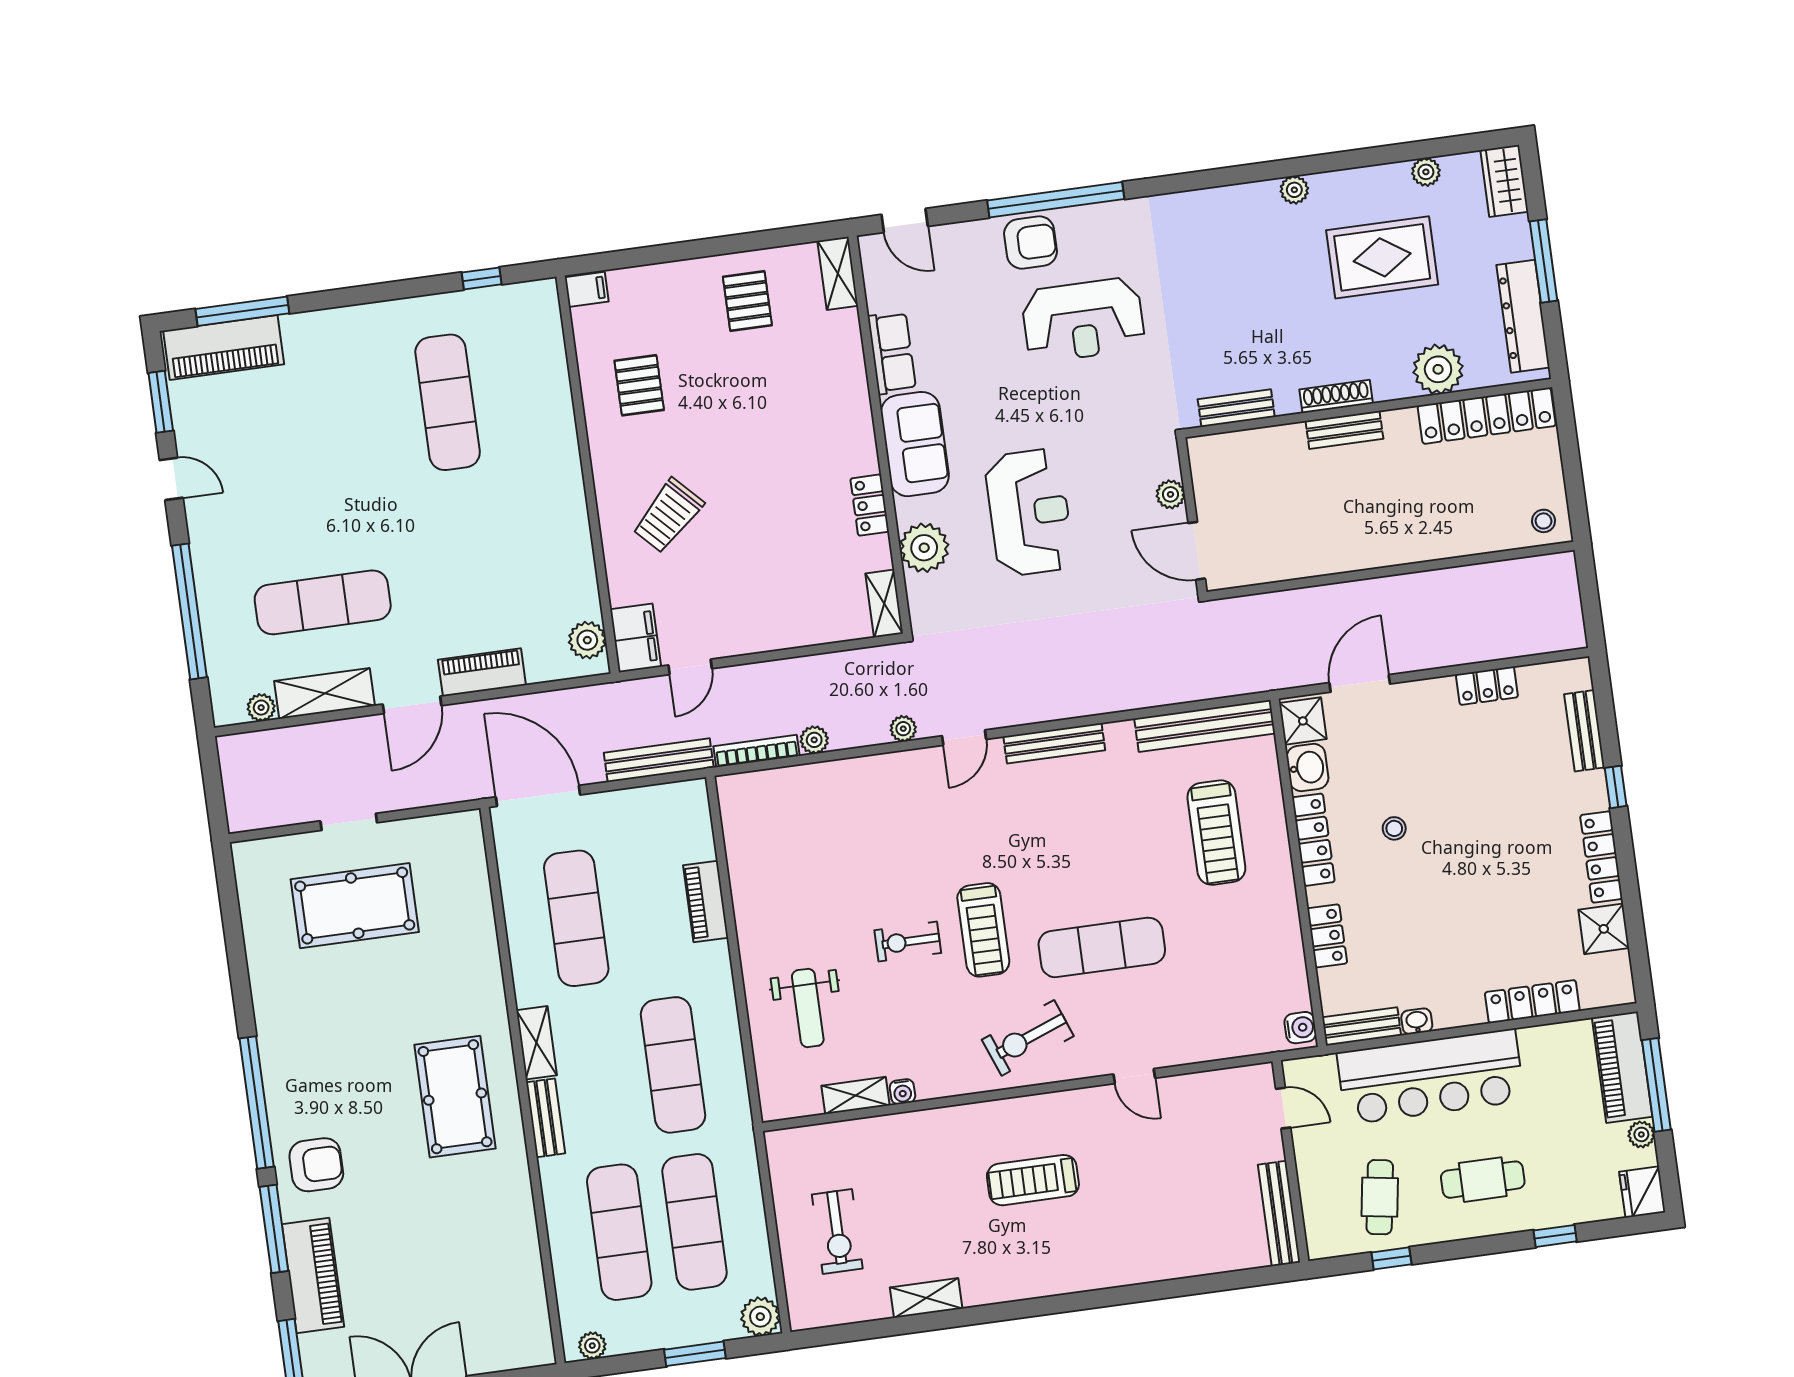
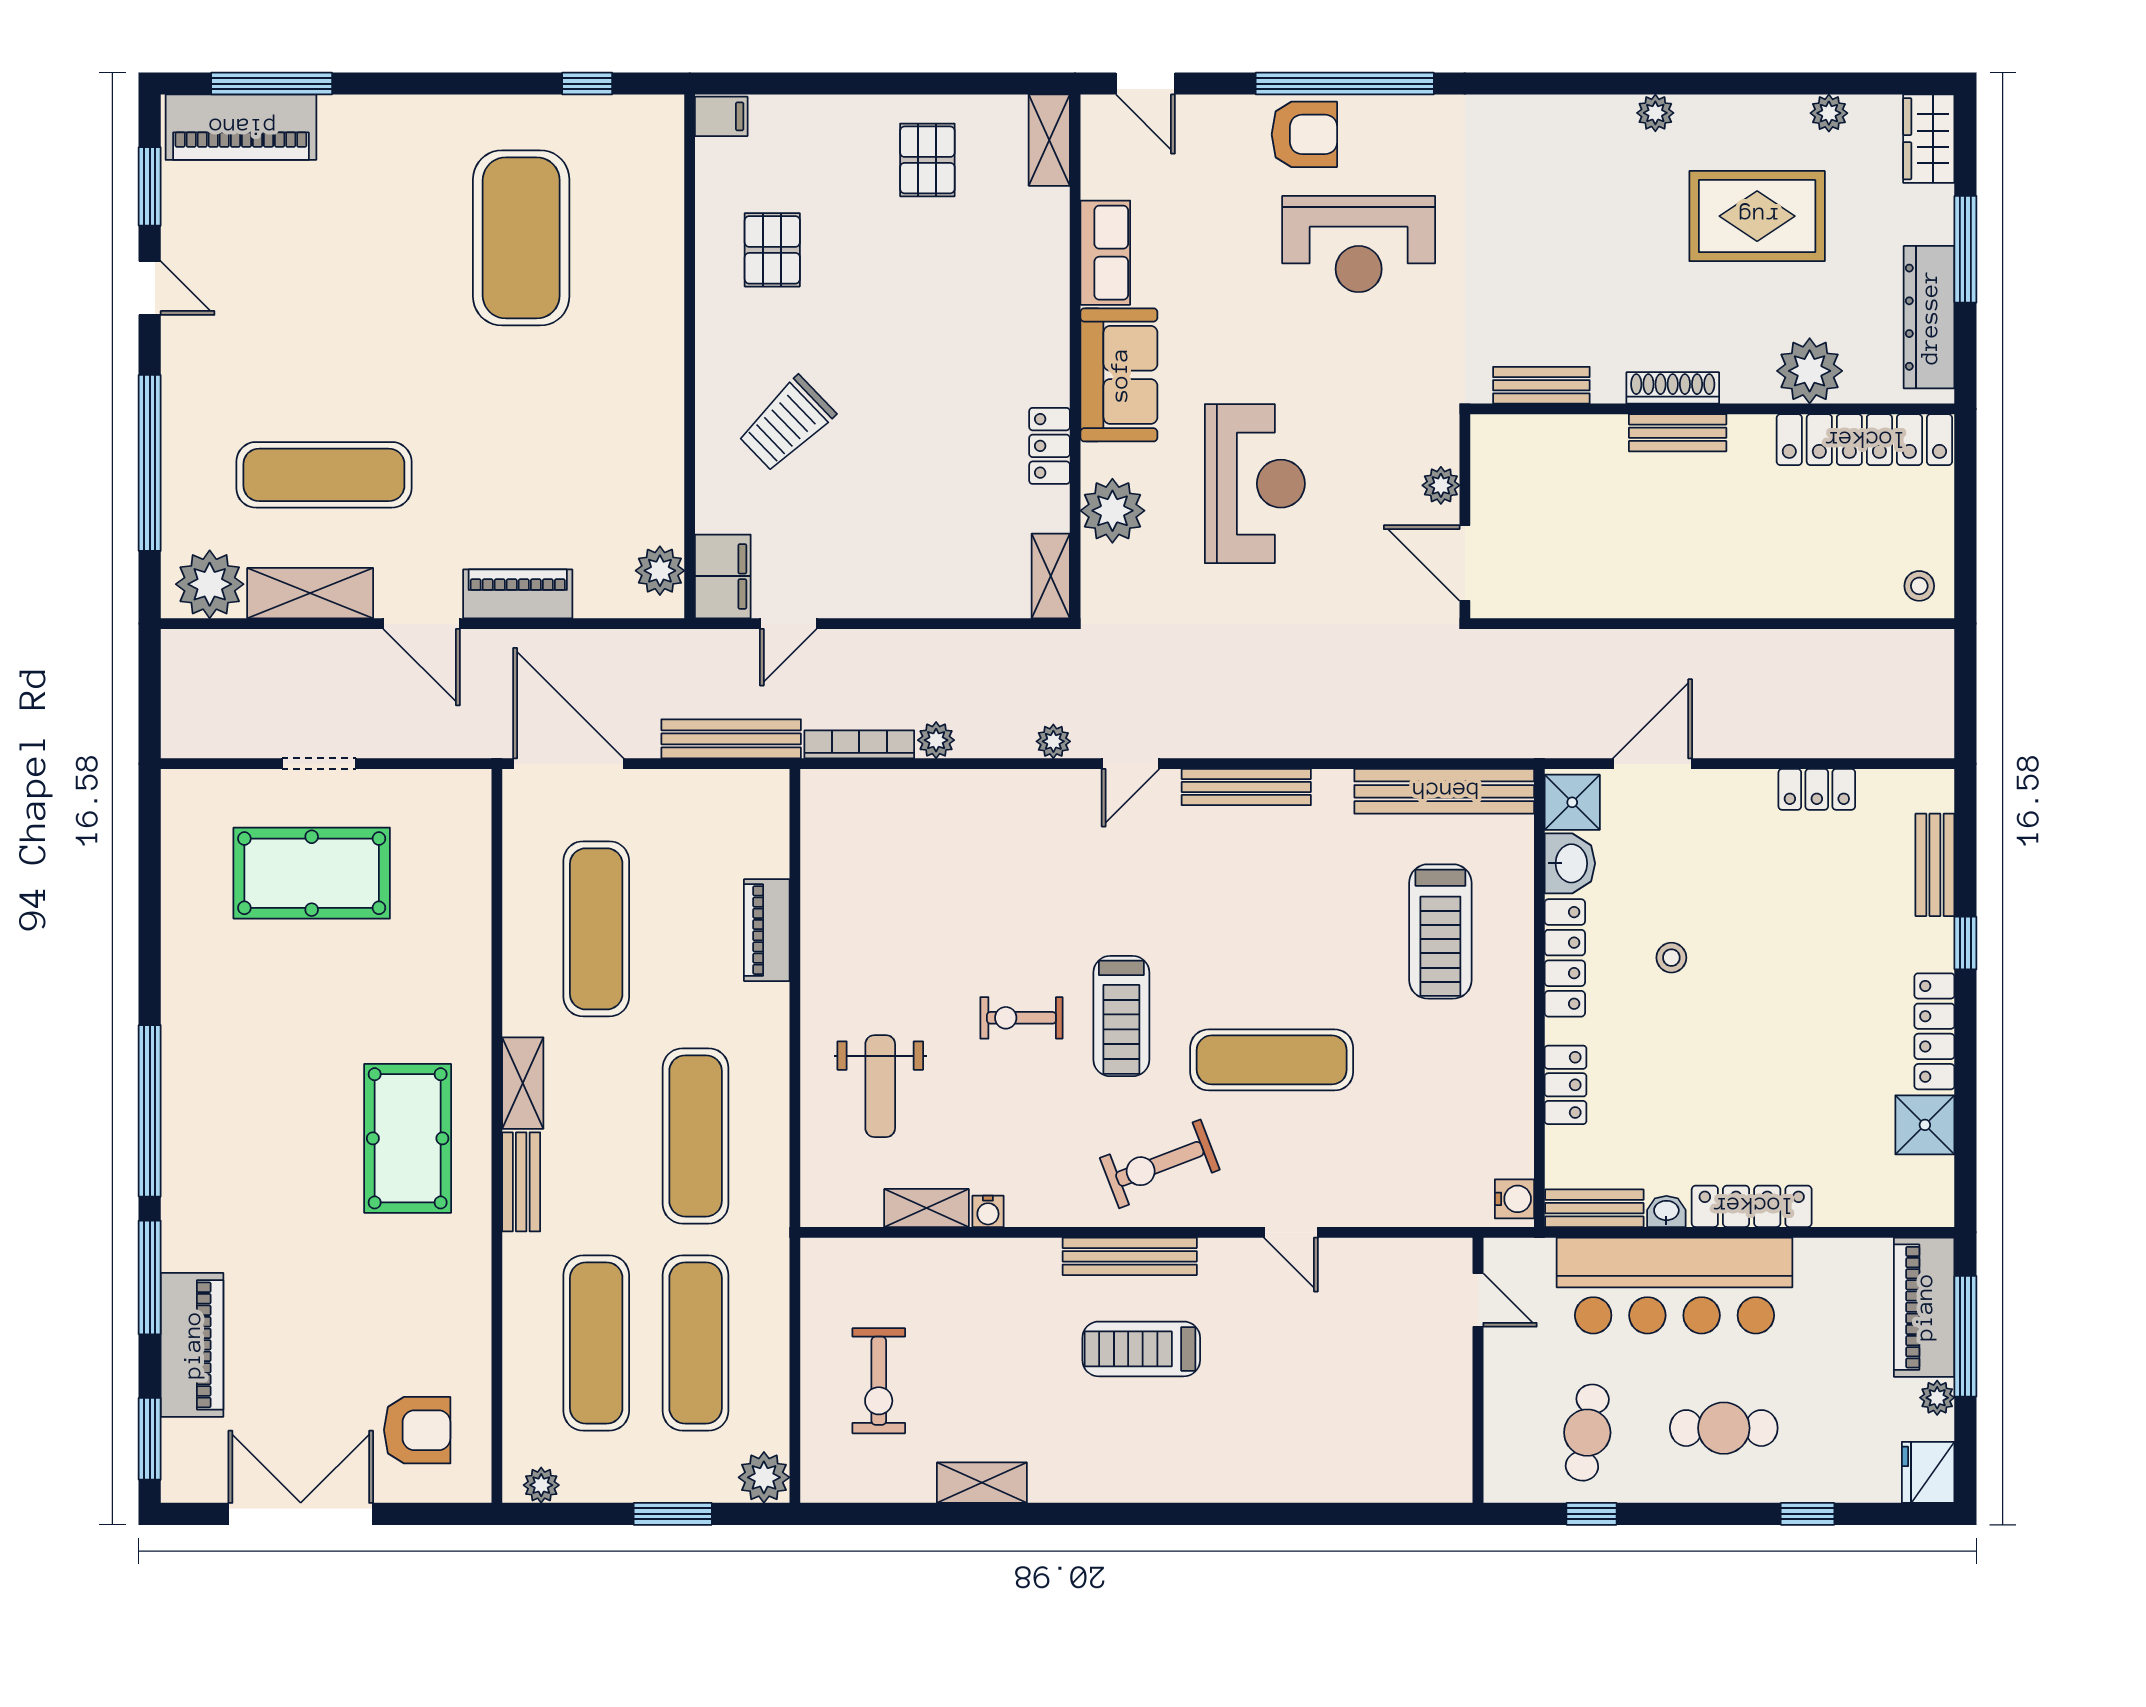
exercise mat: (448, 402) -> (521, 238), width x1.47
door: (412, 705) -> (421, 624), hinge flipped
plant: (261, 708) -> (210, 584), width x1.88, depth x1.88
locker: (1532, 1002) -> (1752, 1206), moved
armchair: (316, 1165) -> (417, 1430), moved
bench: (1279, 1213) -> (1130, 1256), moved, turned 90

